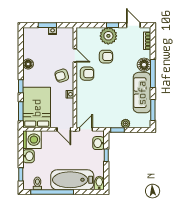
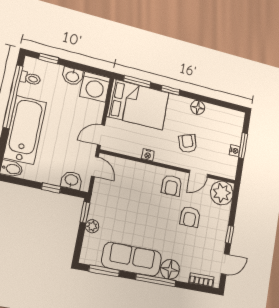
plant: (108, 36) -> (222, 193), moved
armchair: (62, 76) -> (188, 143), moved

